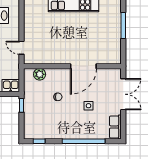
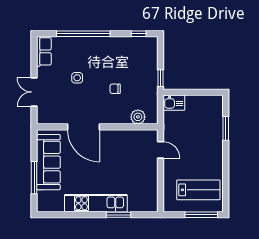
sofa: (112, 38) -> (48, 162), added
door: (83, 66) -> (84, 127), swing flipped
double door: (123, 94) -> (34, 92), width x0.73

